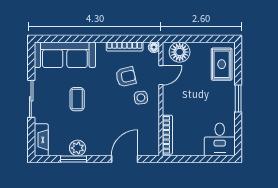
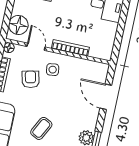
coffee table: (77, 99) -> (41, 128), turned -63
bookcase: (167, 135) -> (70, 48), moved

